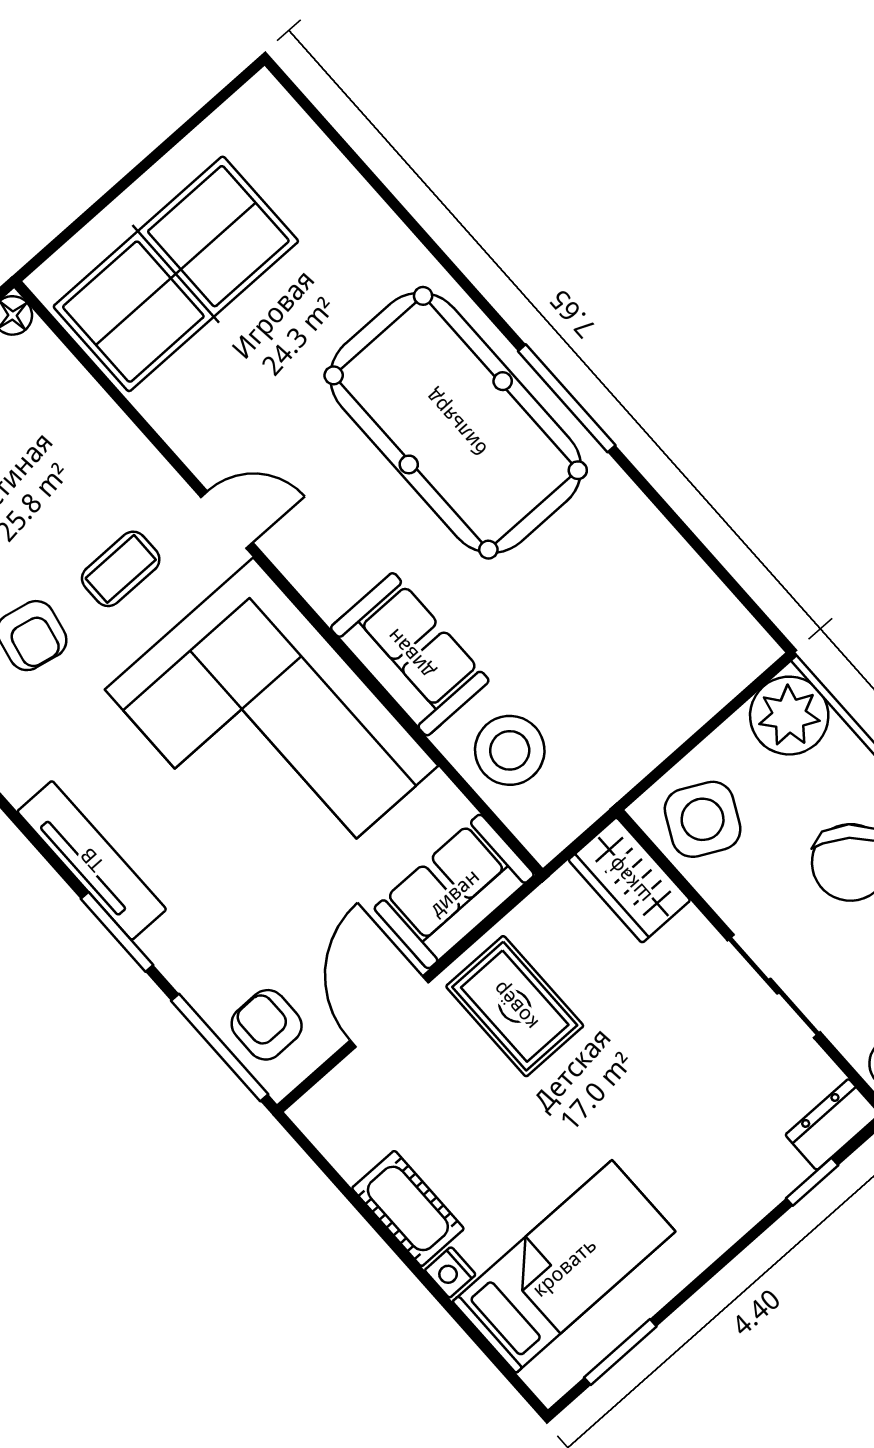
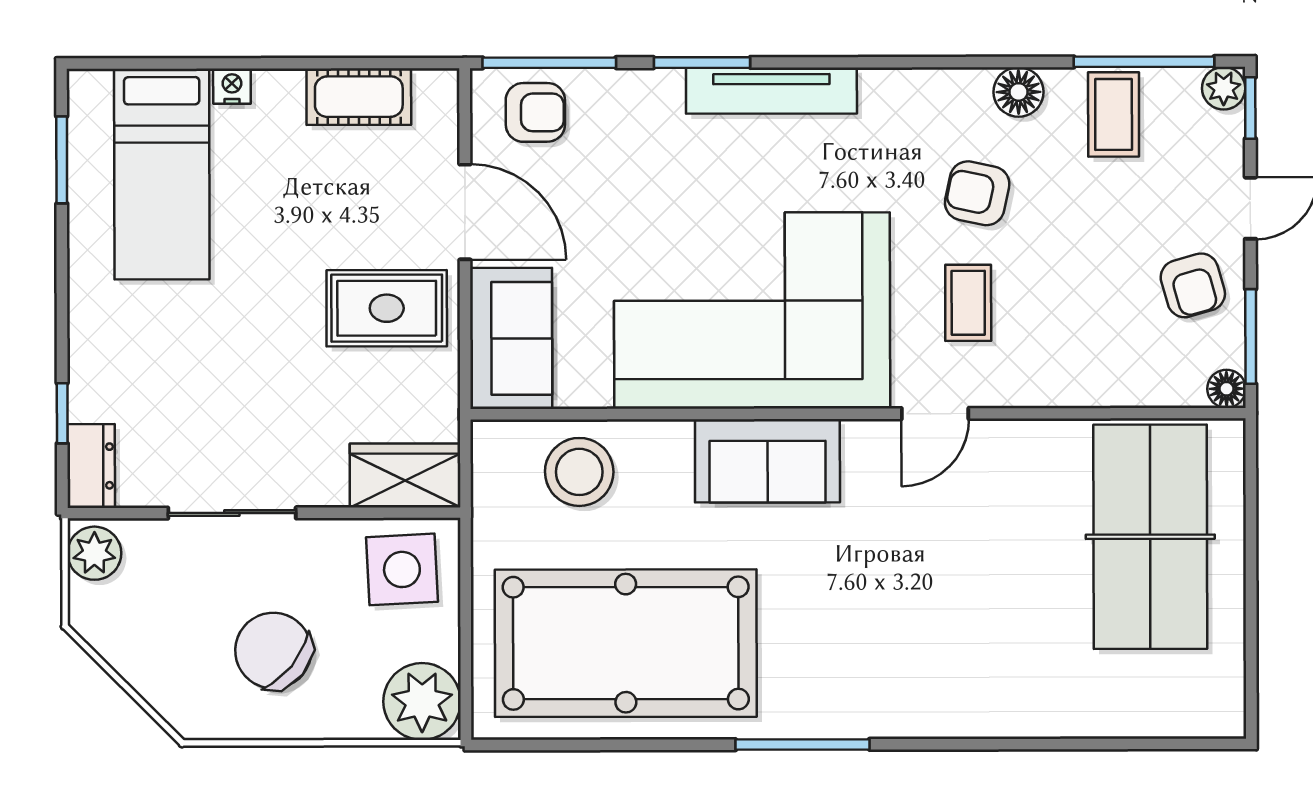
pool table: (456, 423) -> (626, 643), moved
sofa: (410, 654) -> (767, 461), moved
side table: (703, 819) -> (402, 569), turned -30
cot: (408, 1208) -> (359, 97), moved

